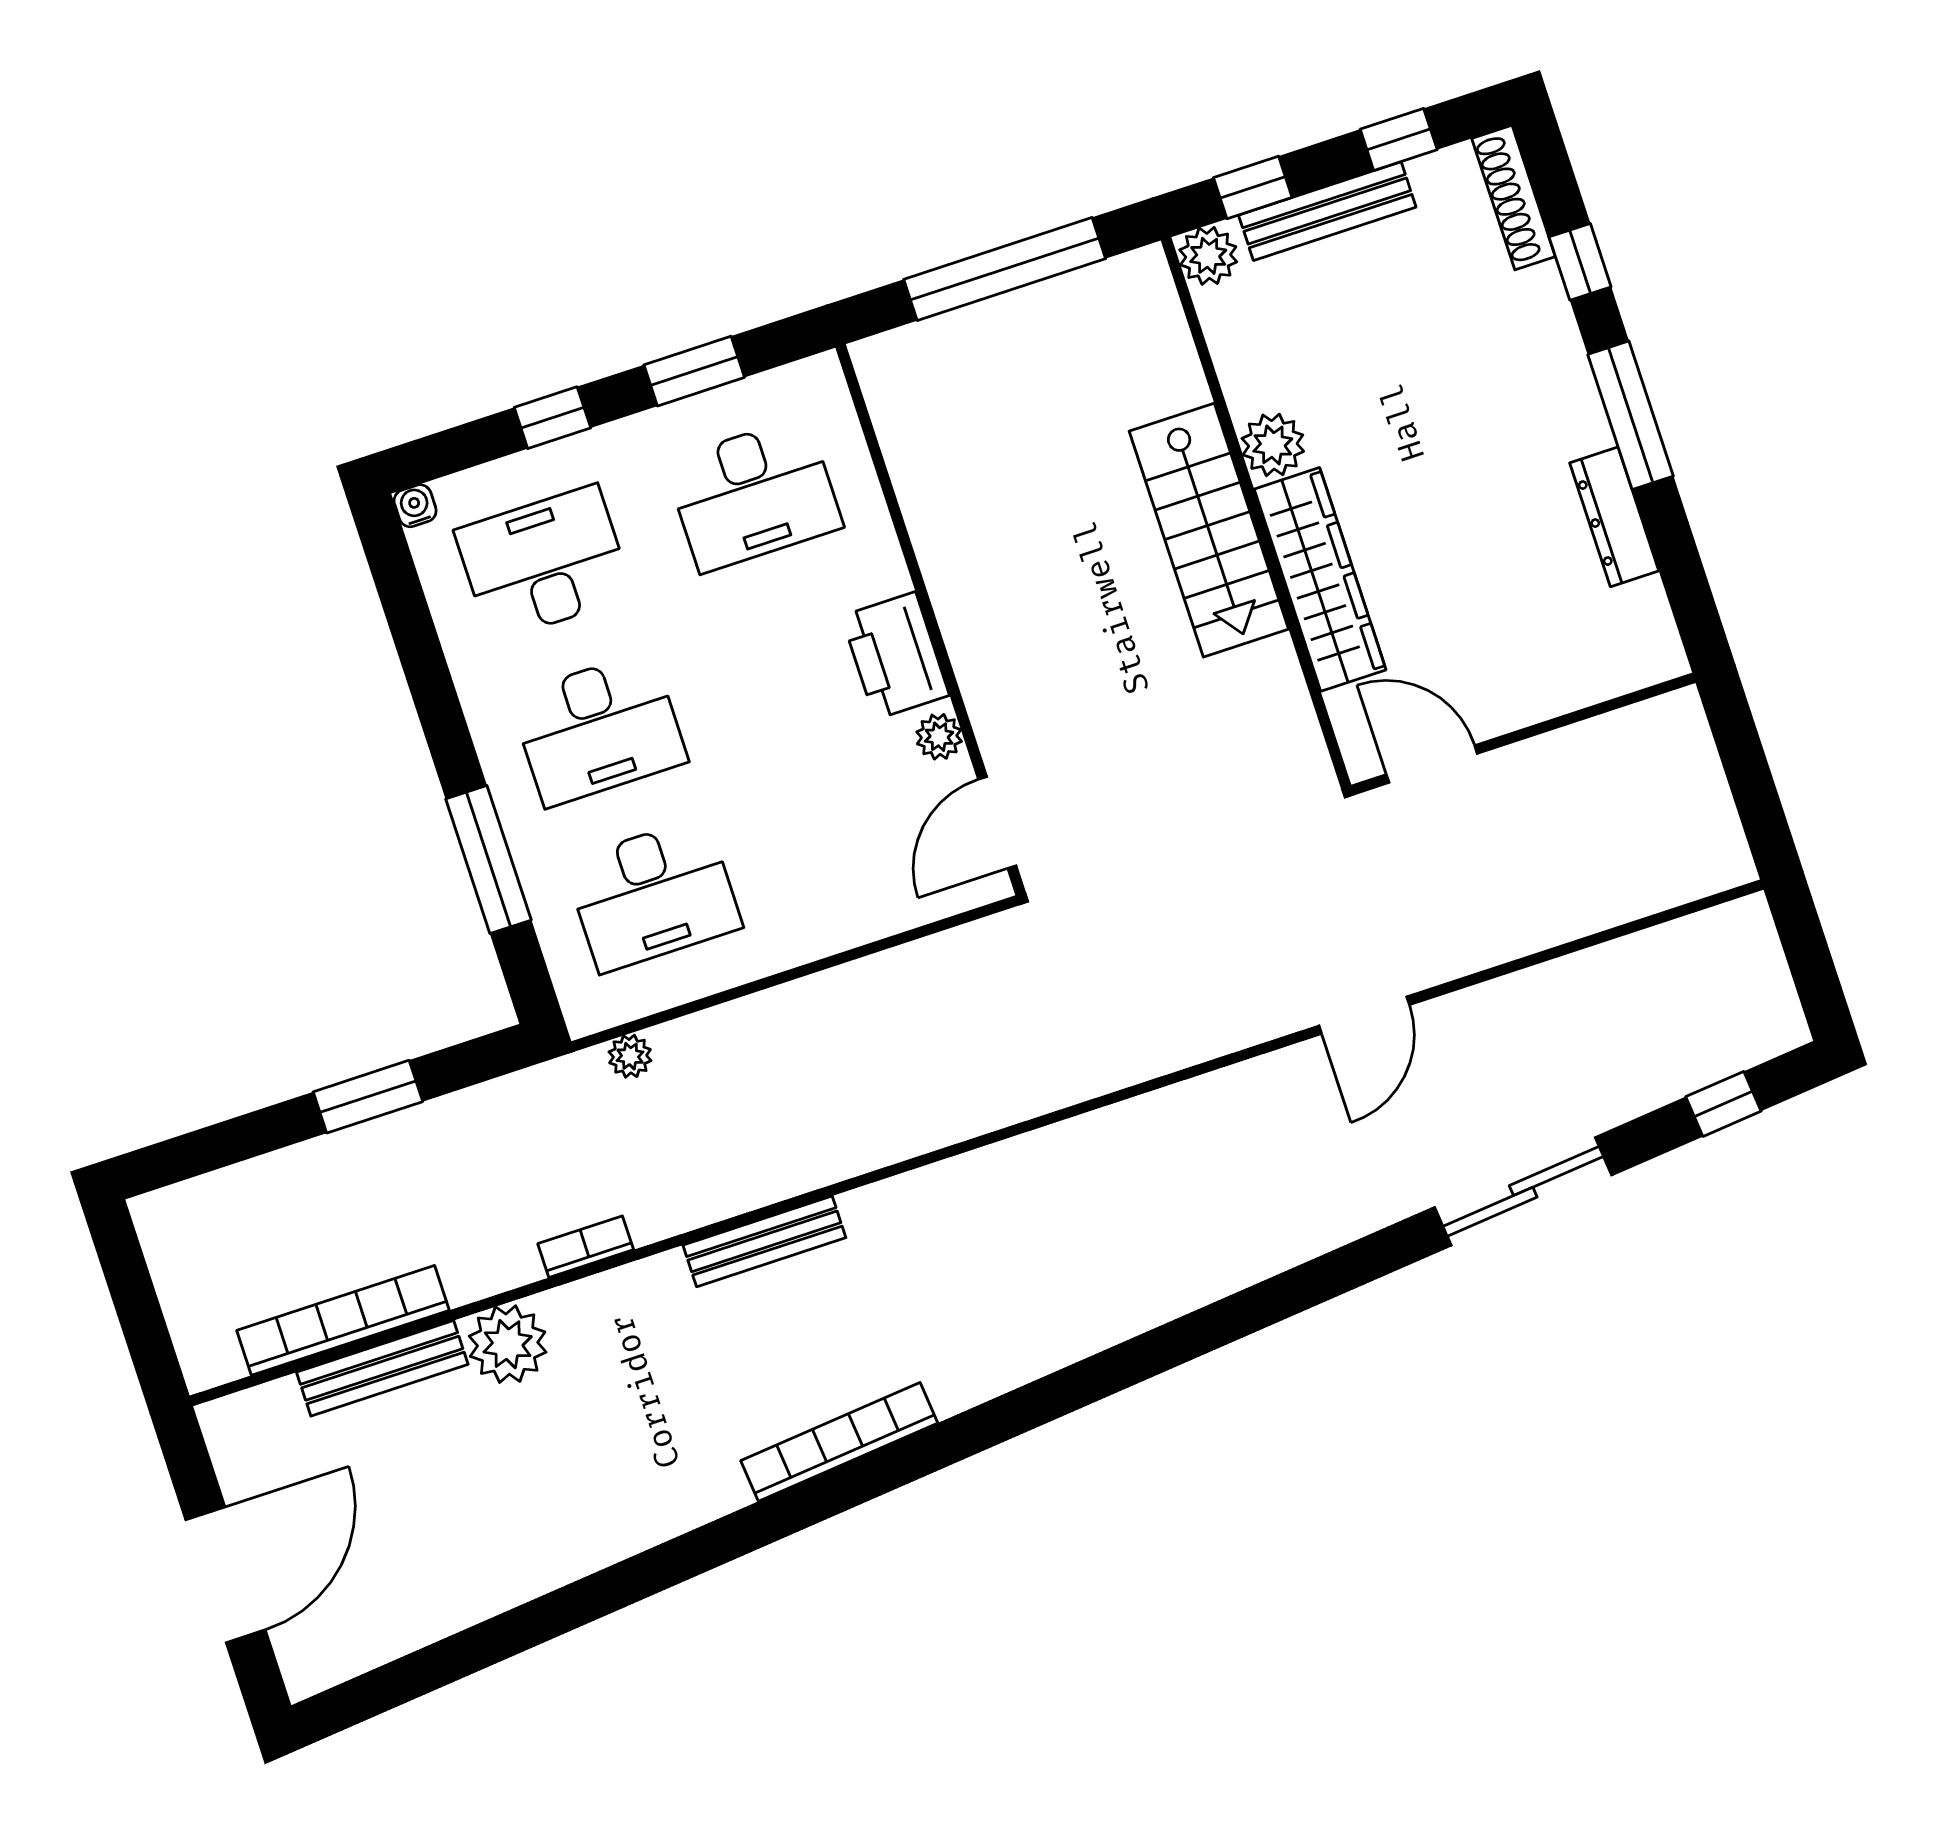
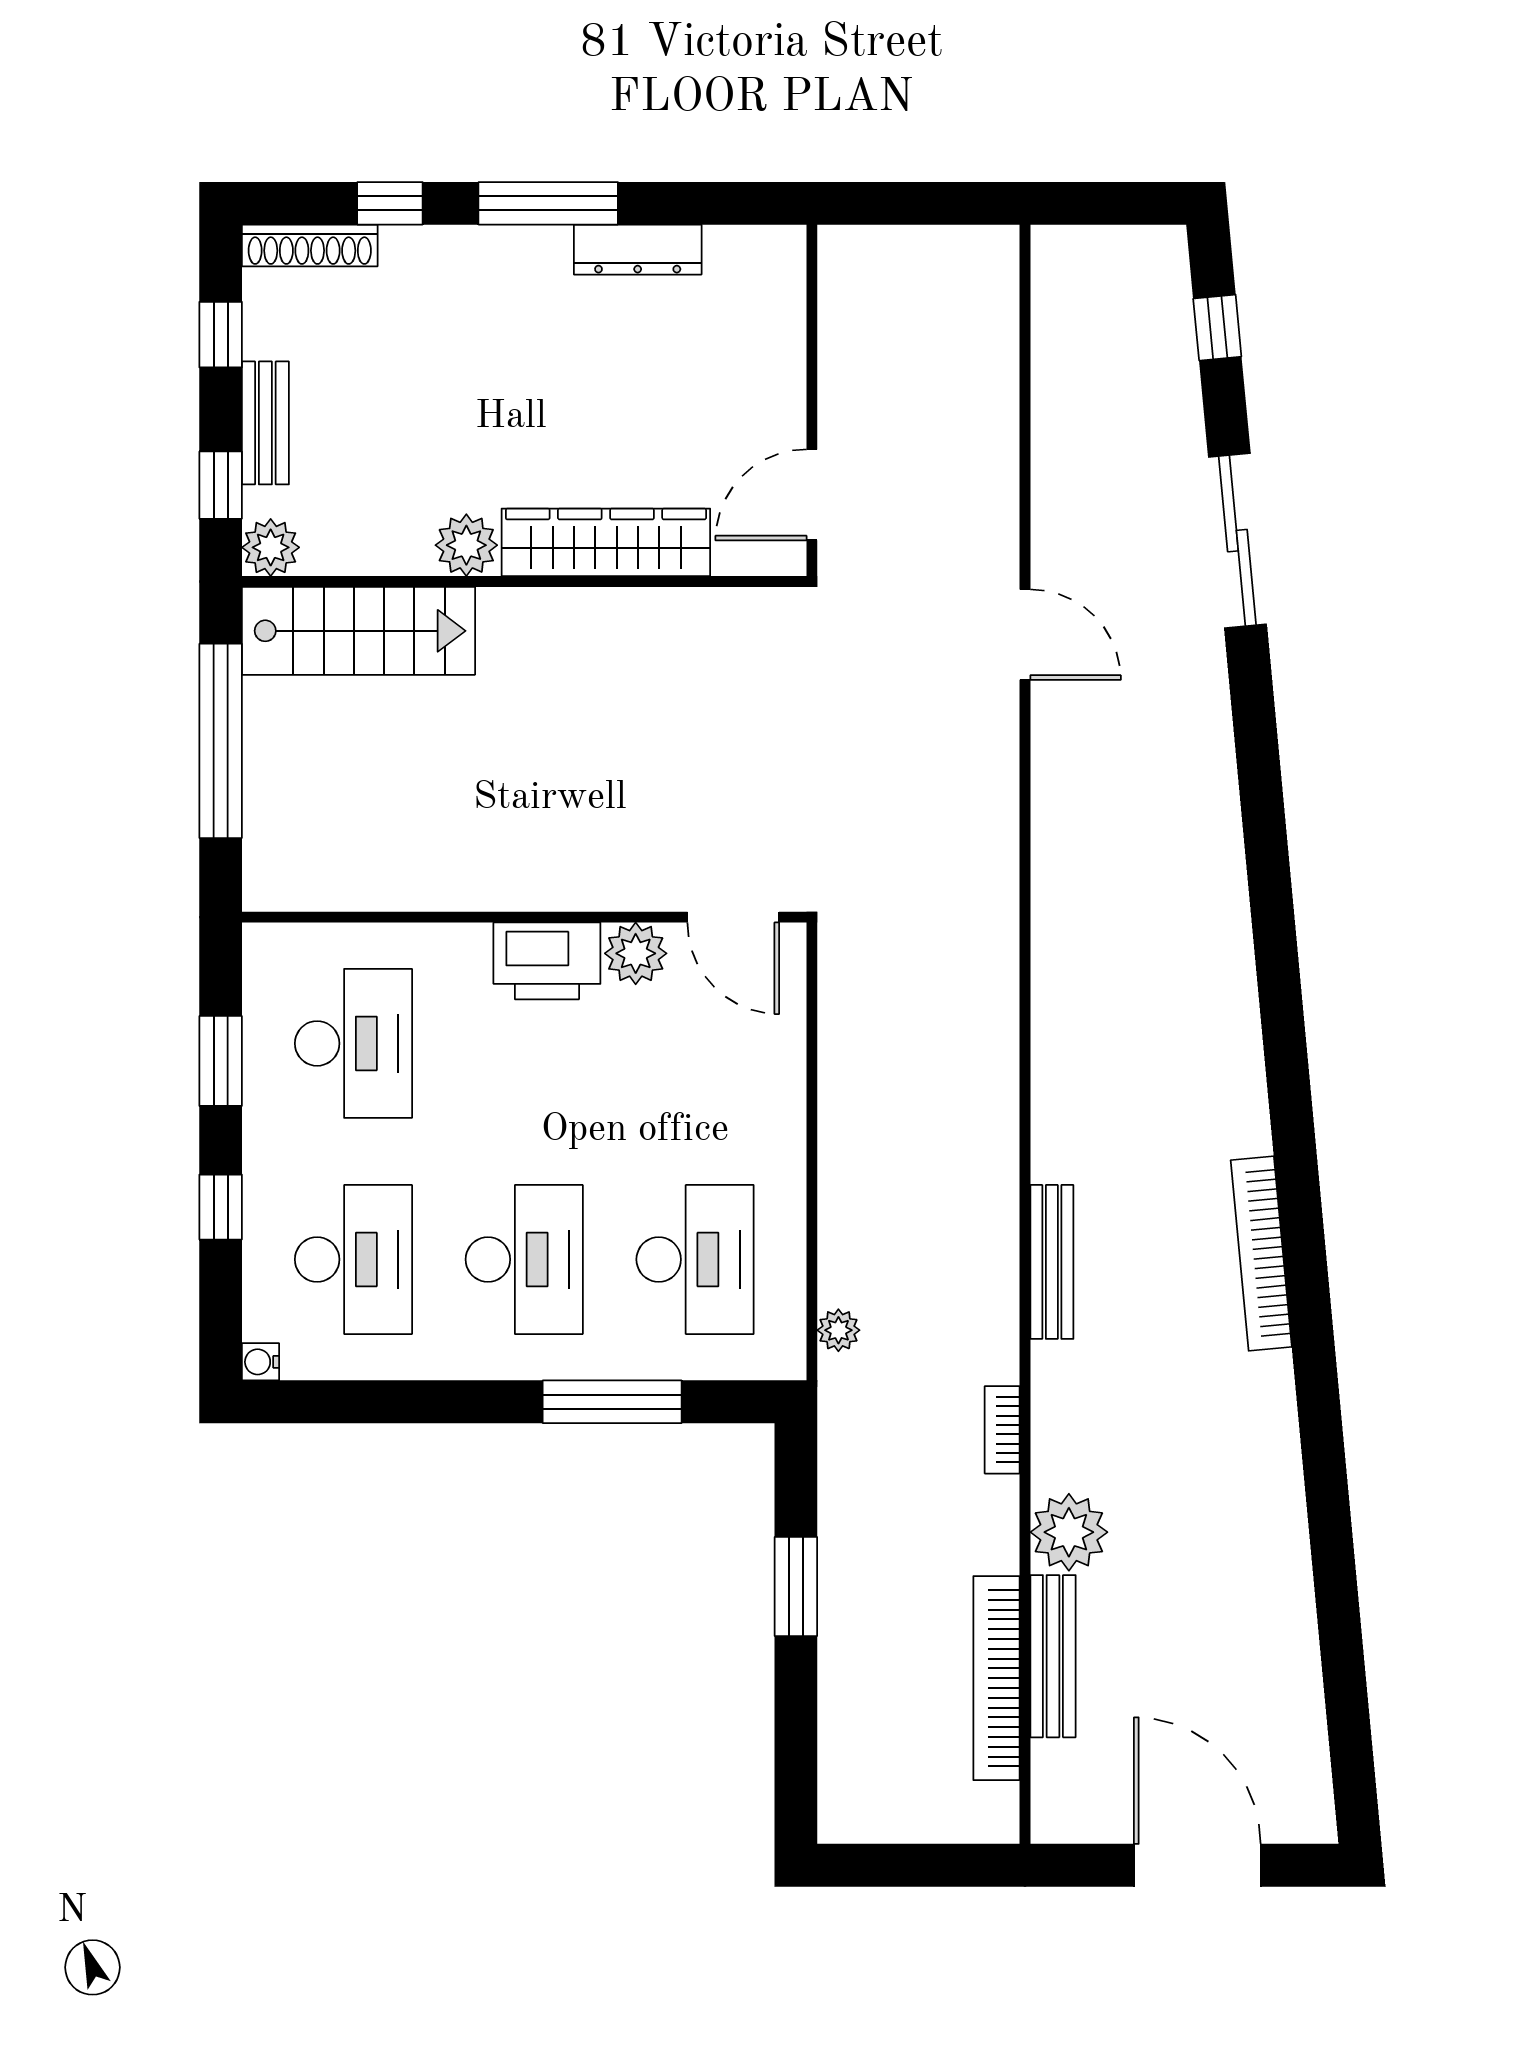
bench: (1327, 211) -> (265, 423), width x0.73
stairs: (1209, 530) -> (358, 631), moved
desk: (544, 563) -> (353, 1259), turned 180
plant: (939, 737) -> (636, 953), width x1.38, depth x1.38

